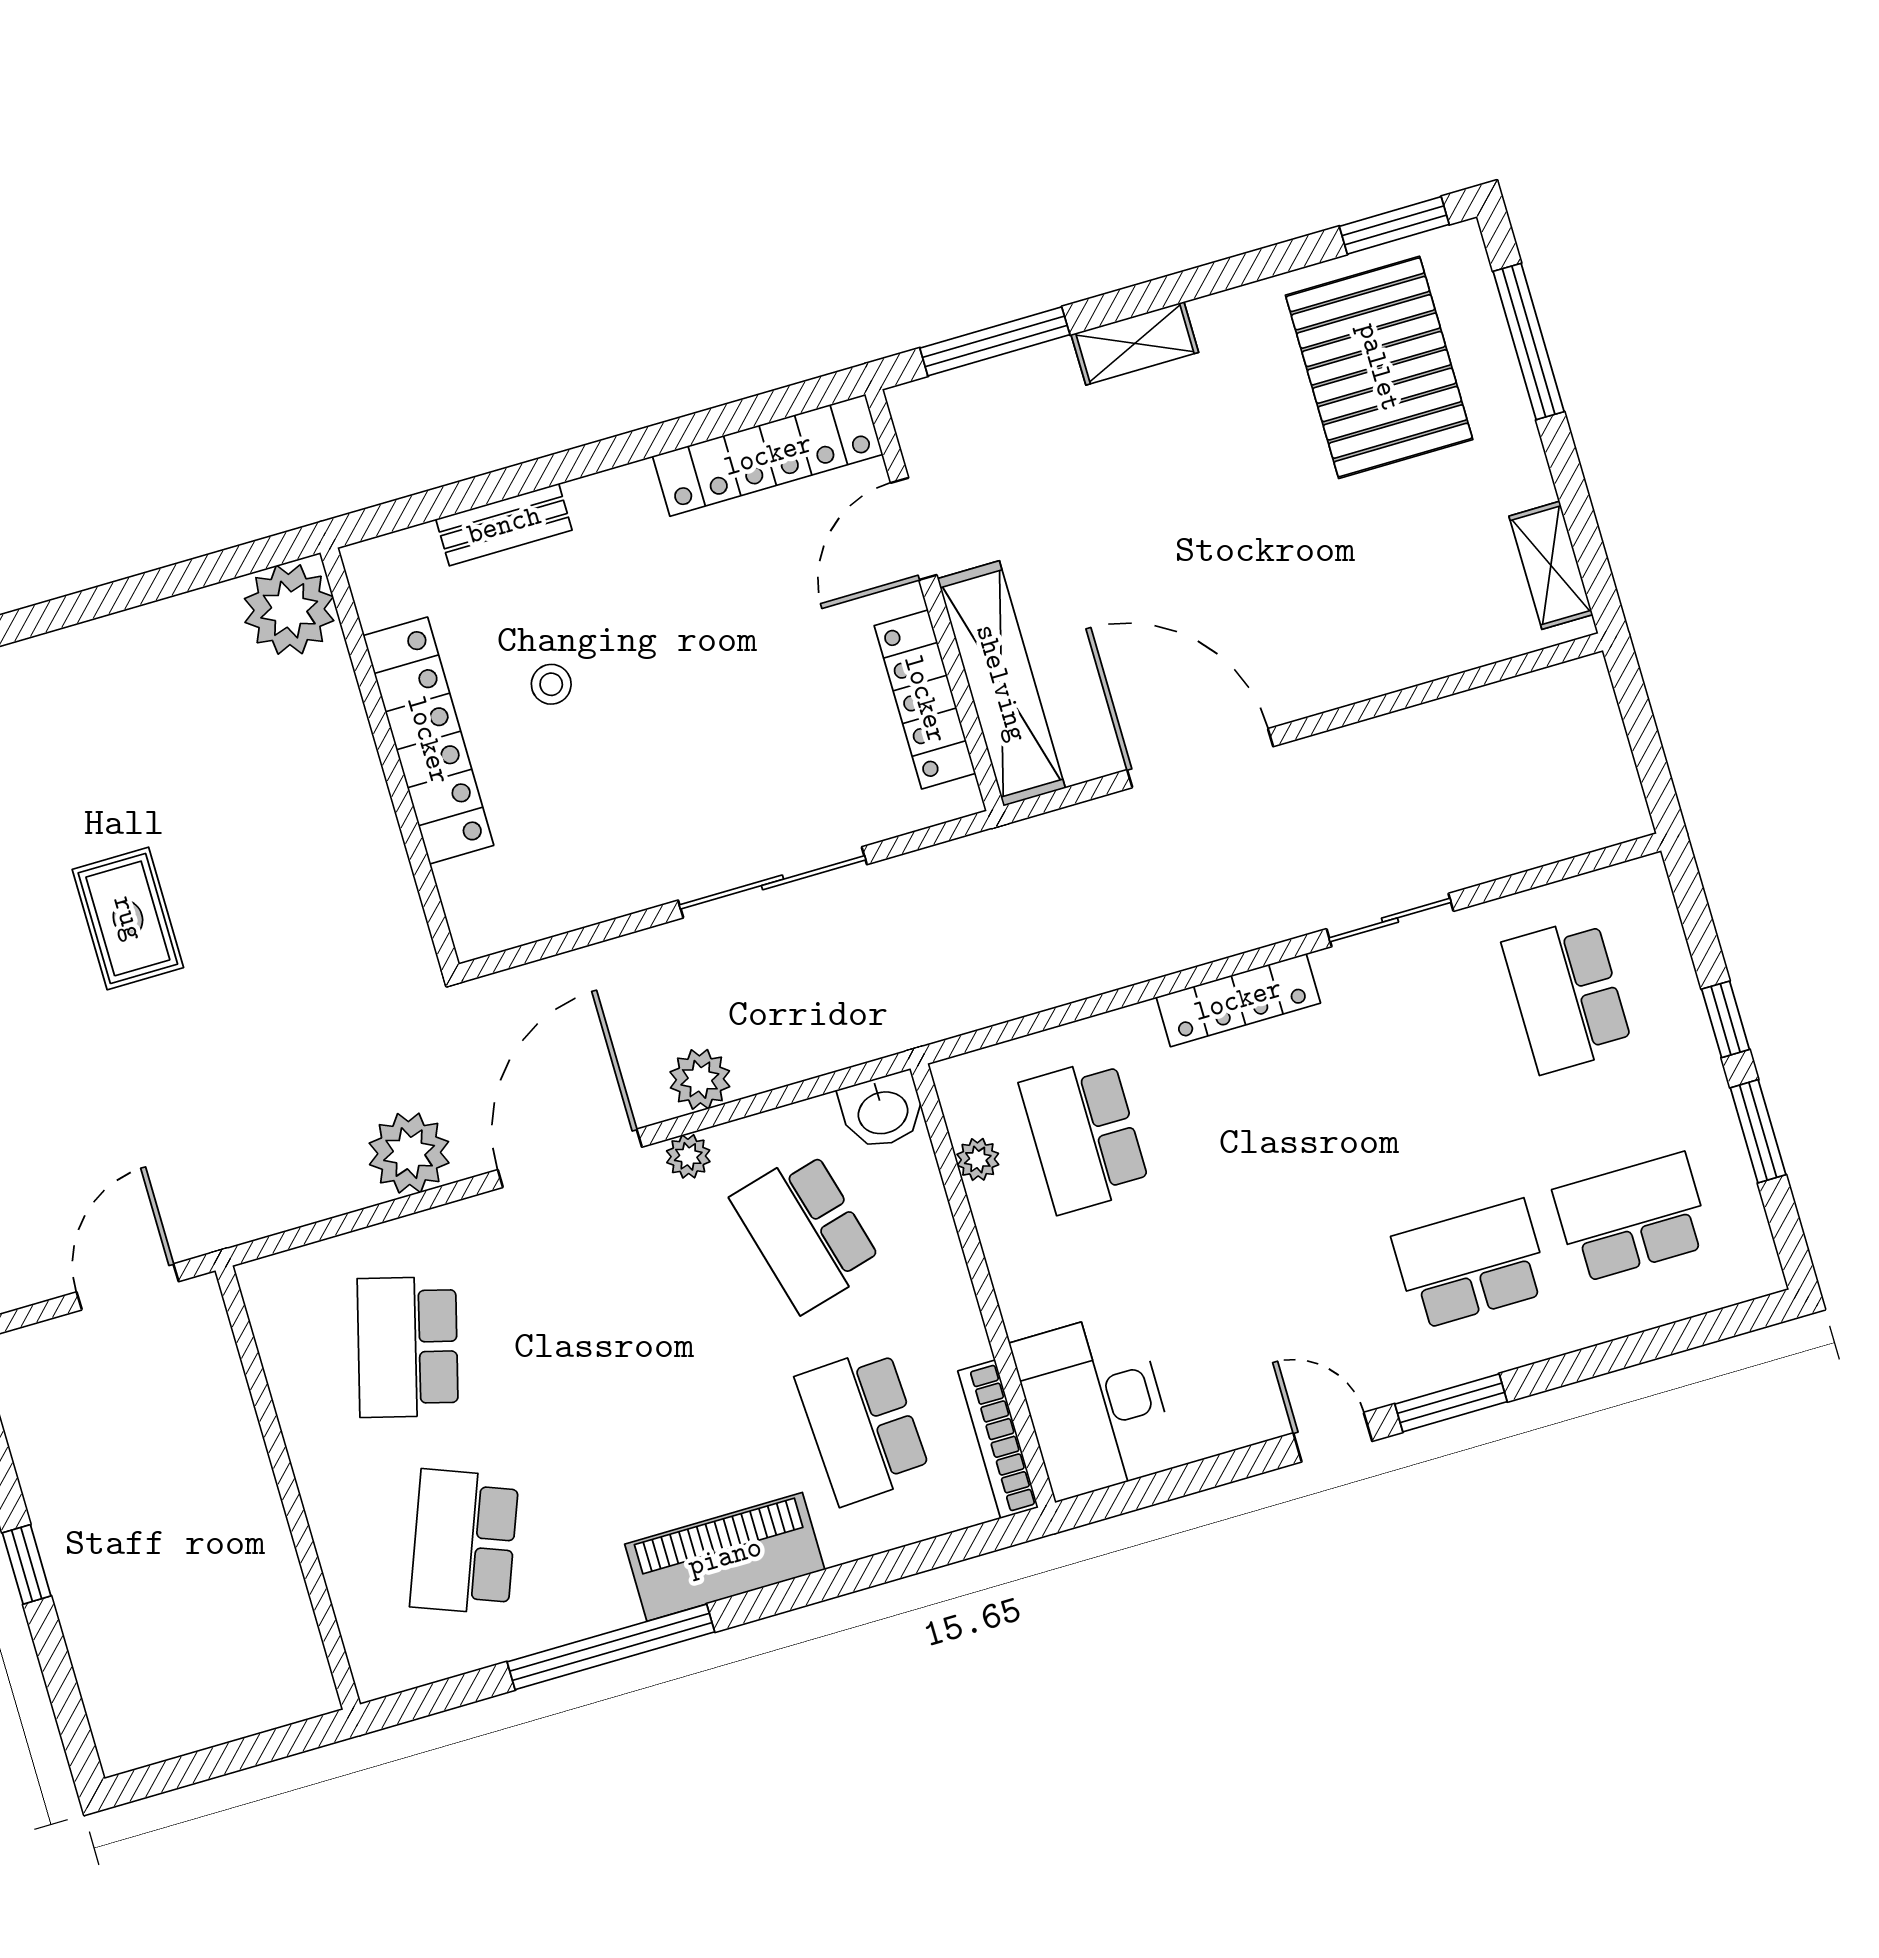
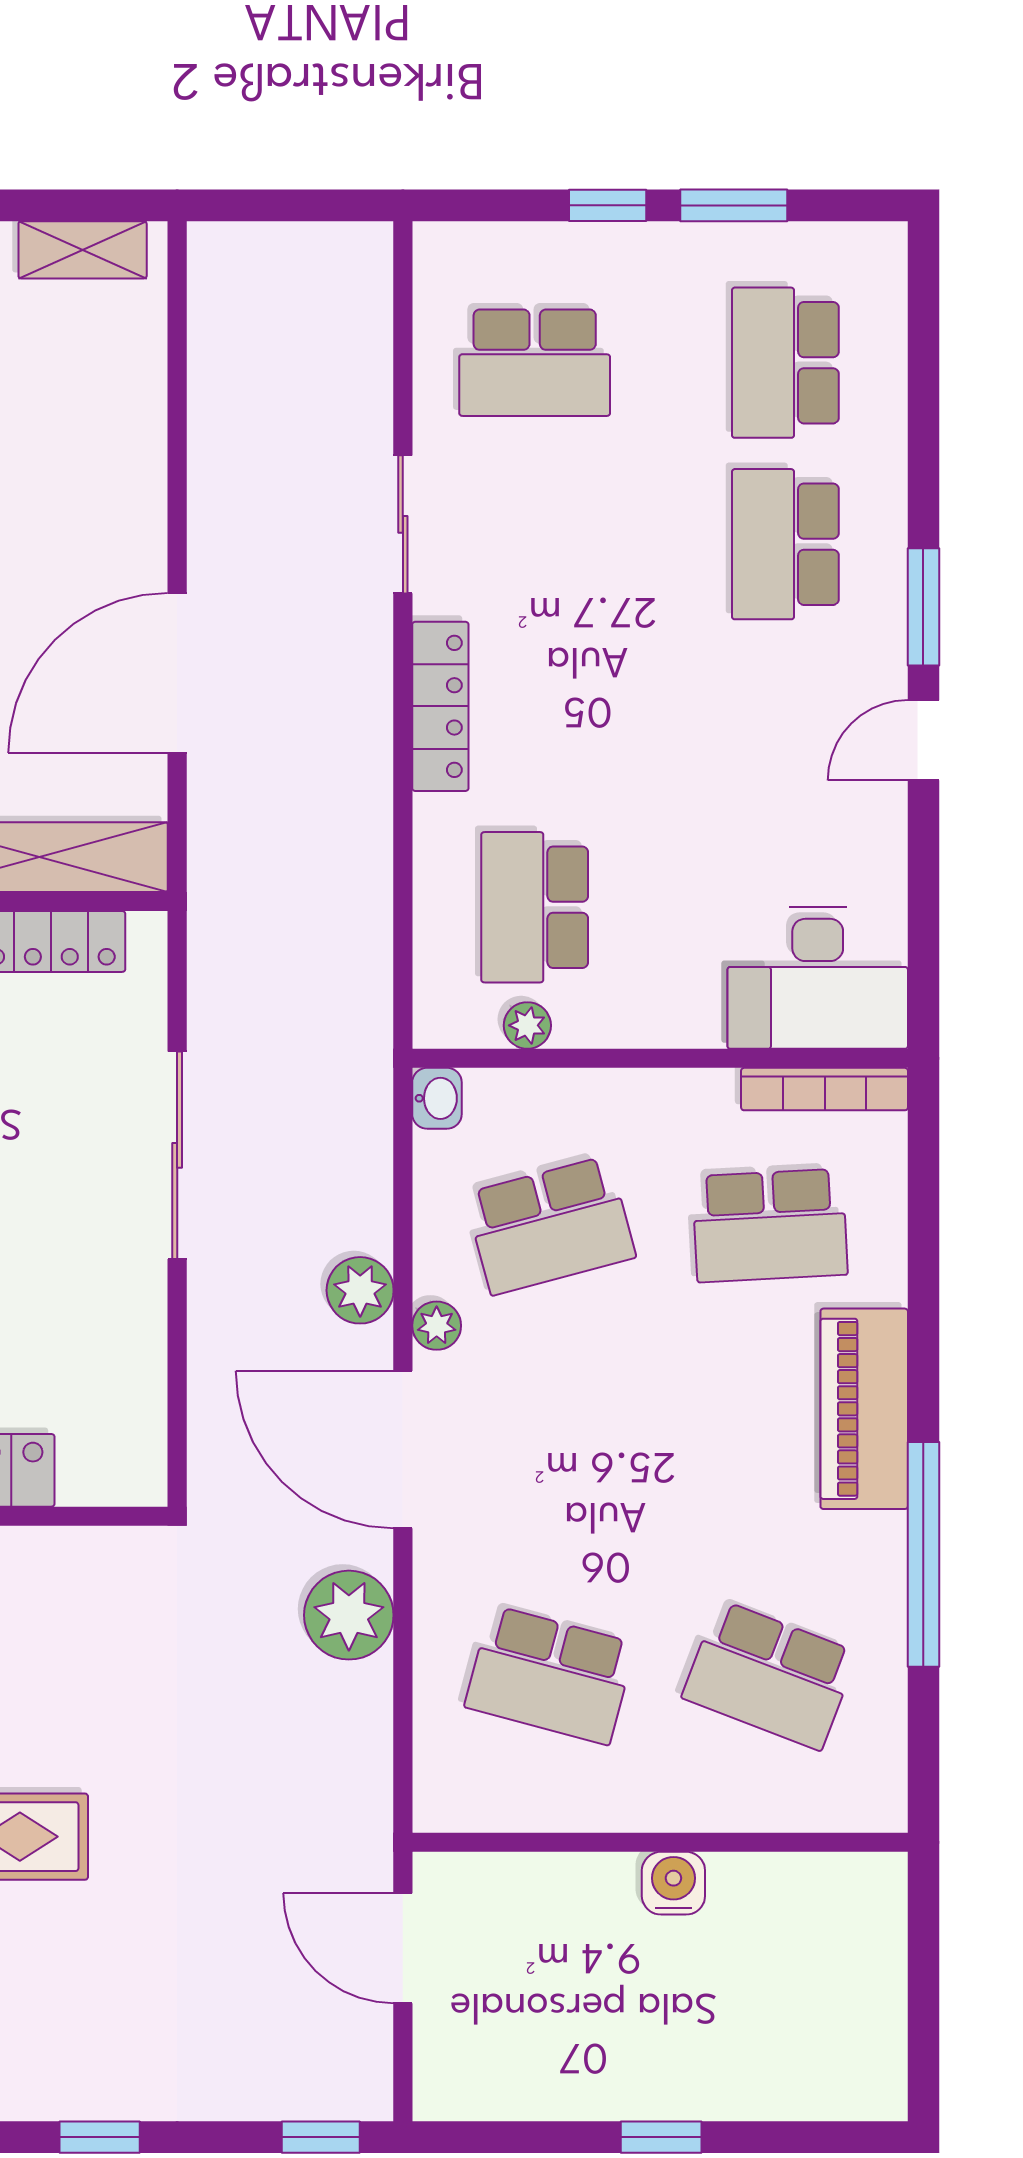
washbasin: (882, 1111) -> (437, 1098), width x0.72, depth x0.69
school desk: (1085, 1136) -> (535, 907), turned 90
water cooler: (255, 1510) -> (673, 1883), added

